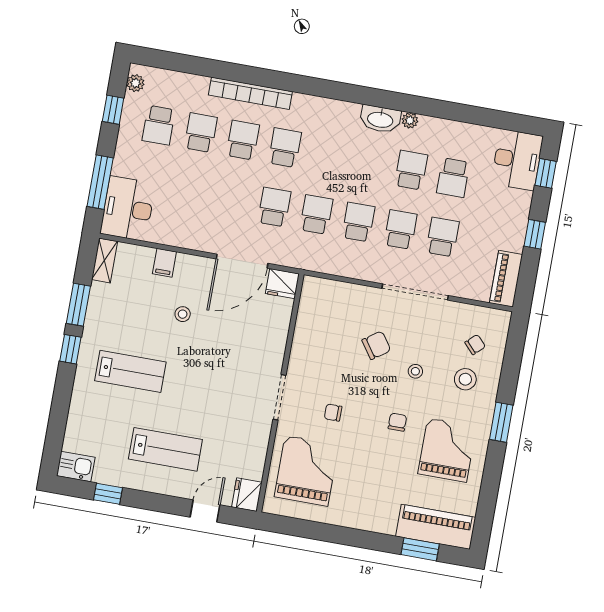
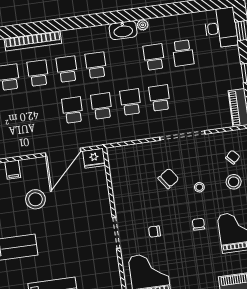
school desk: (443, 237) -> (96, 65), moved
stool: (183, 314) -> (35, 199), width x1.89, depth x1.89

